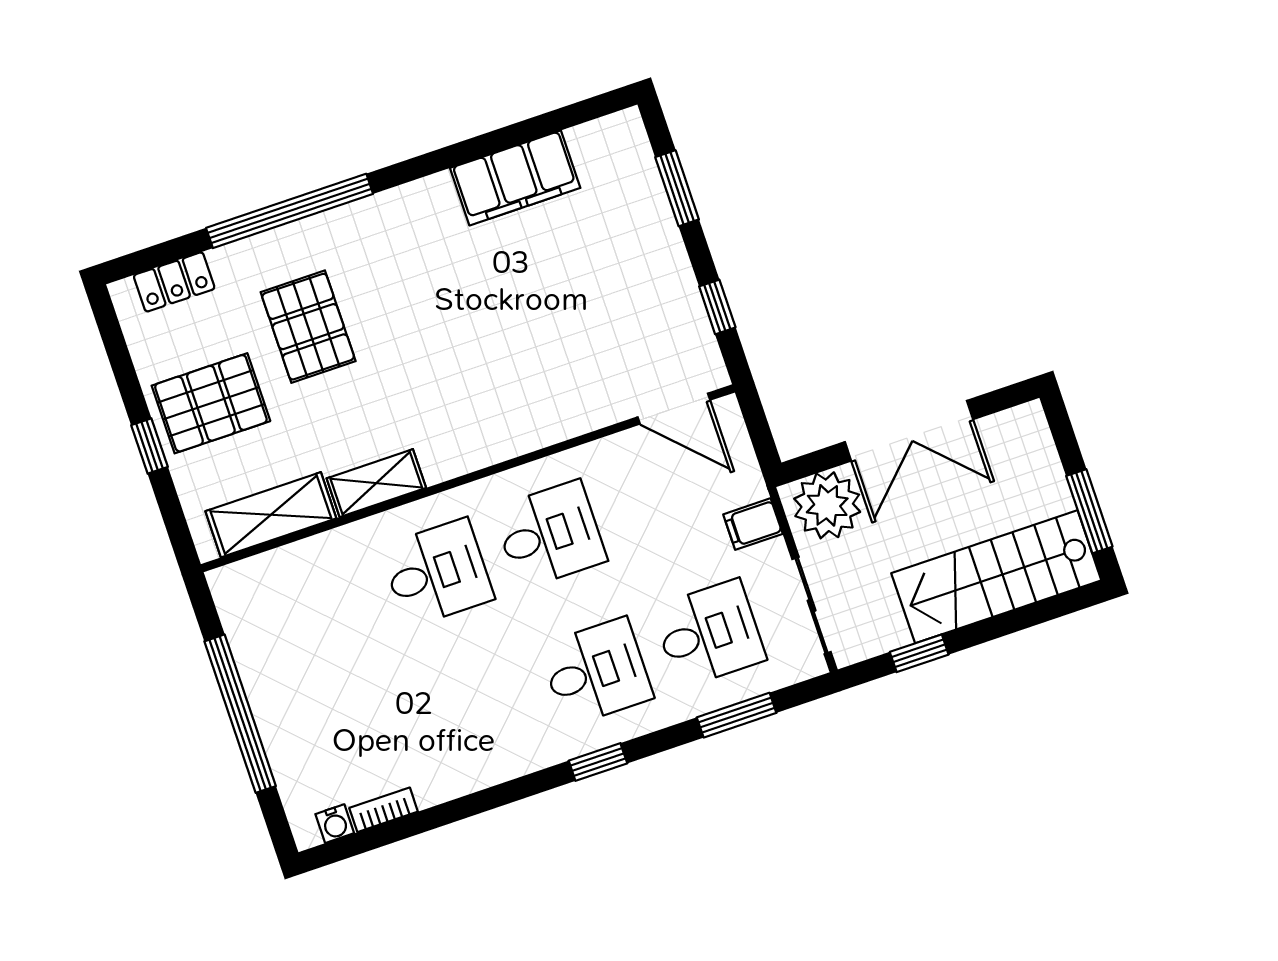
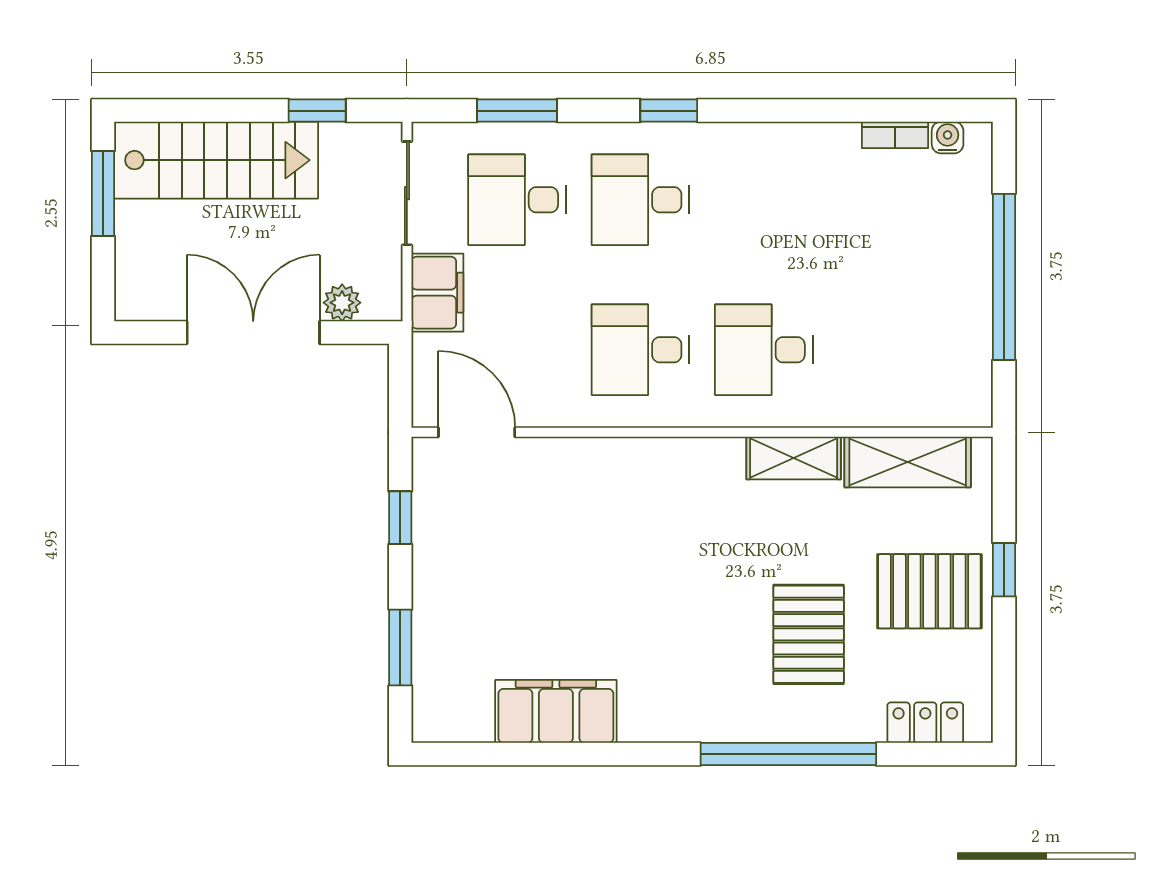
plant: (827, 505) -> (342, 303), width x0.53, depth x0.53
filing cabinet: (753, 524) -> (437, 293), width x2.00

